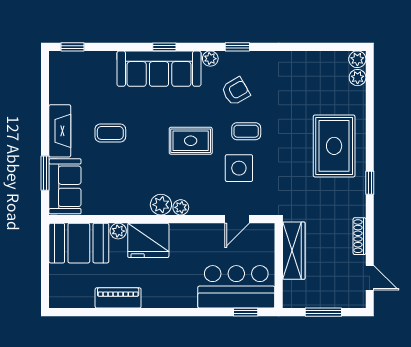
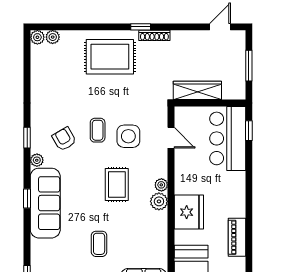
rug: (191, 141) -> (117, 185), moved
plant: (118, 231) -> (181, 237), removed
shoe rack: (359, 236) -> (154, 35), moved

